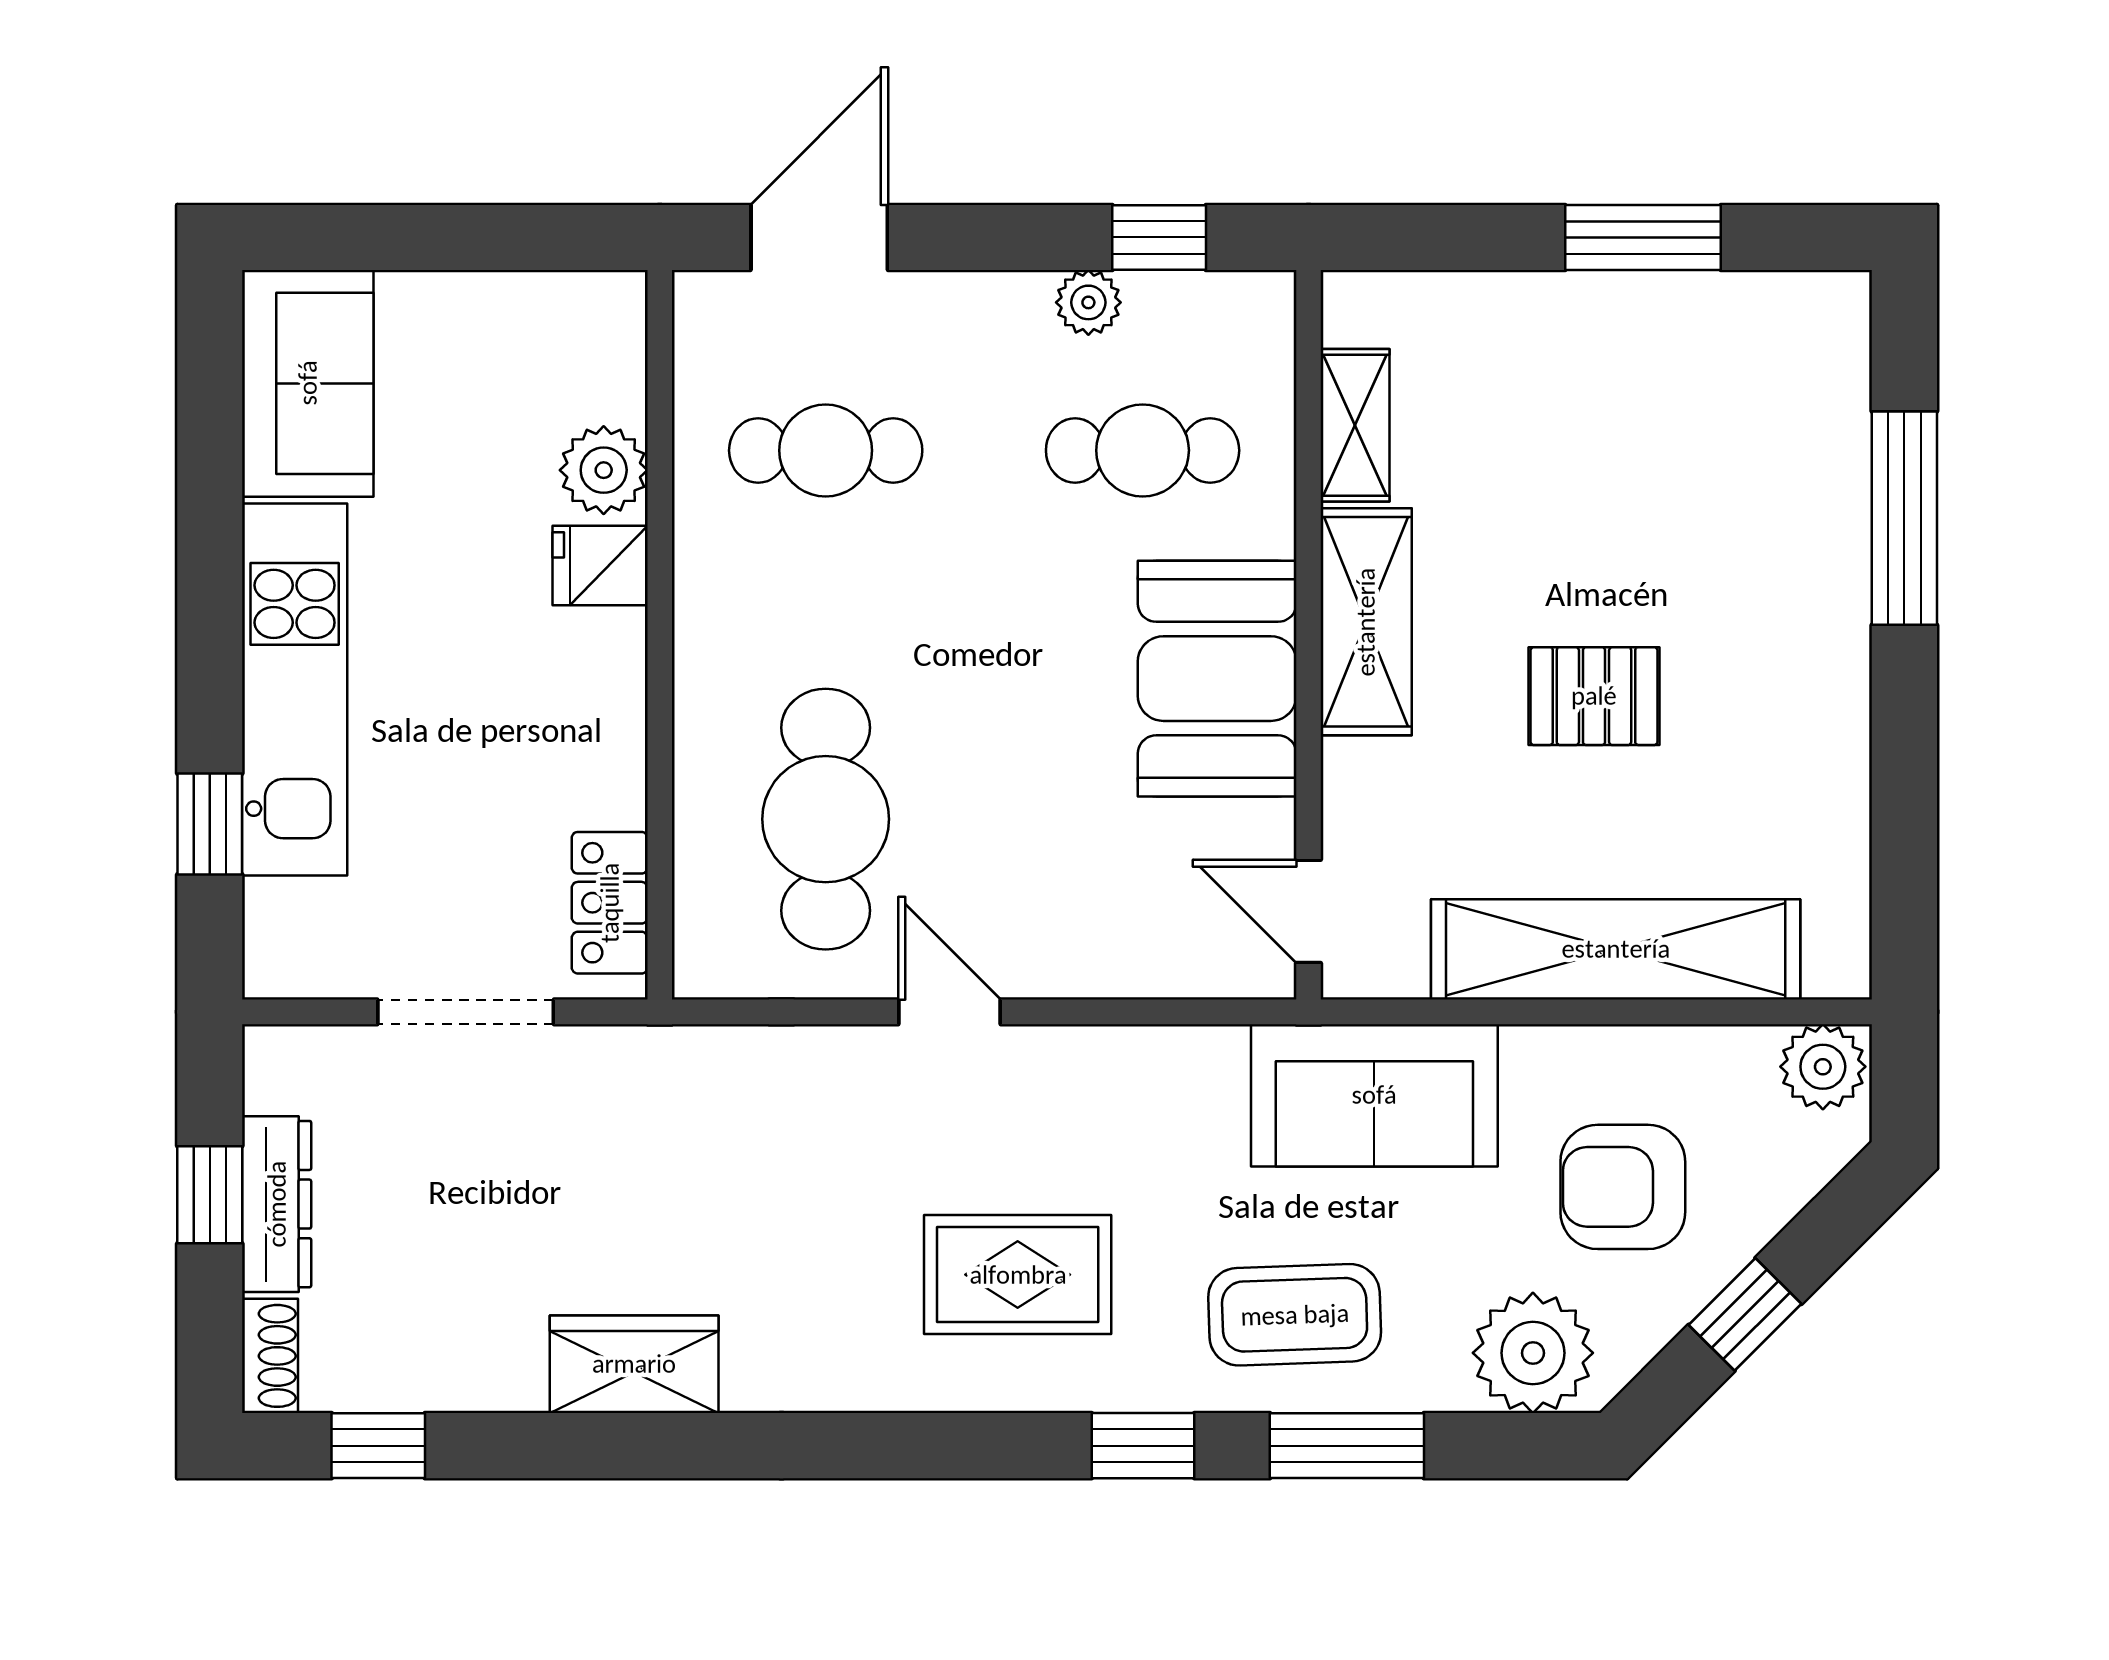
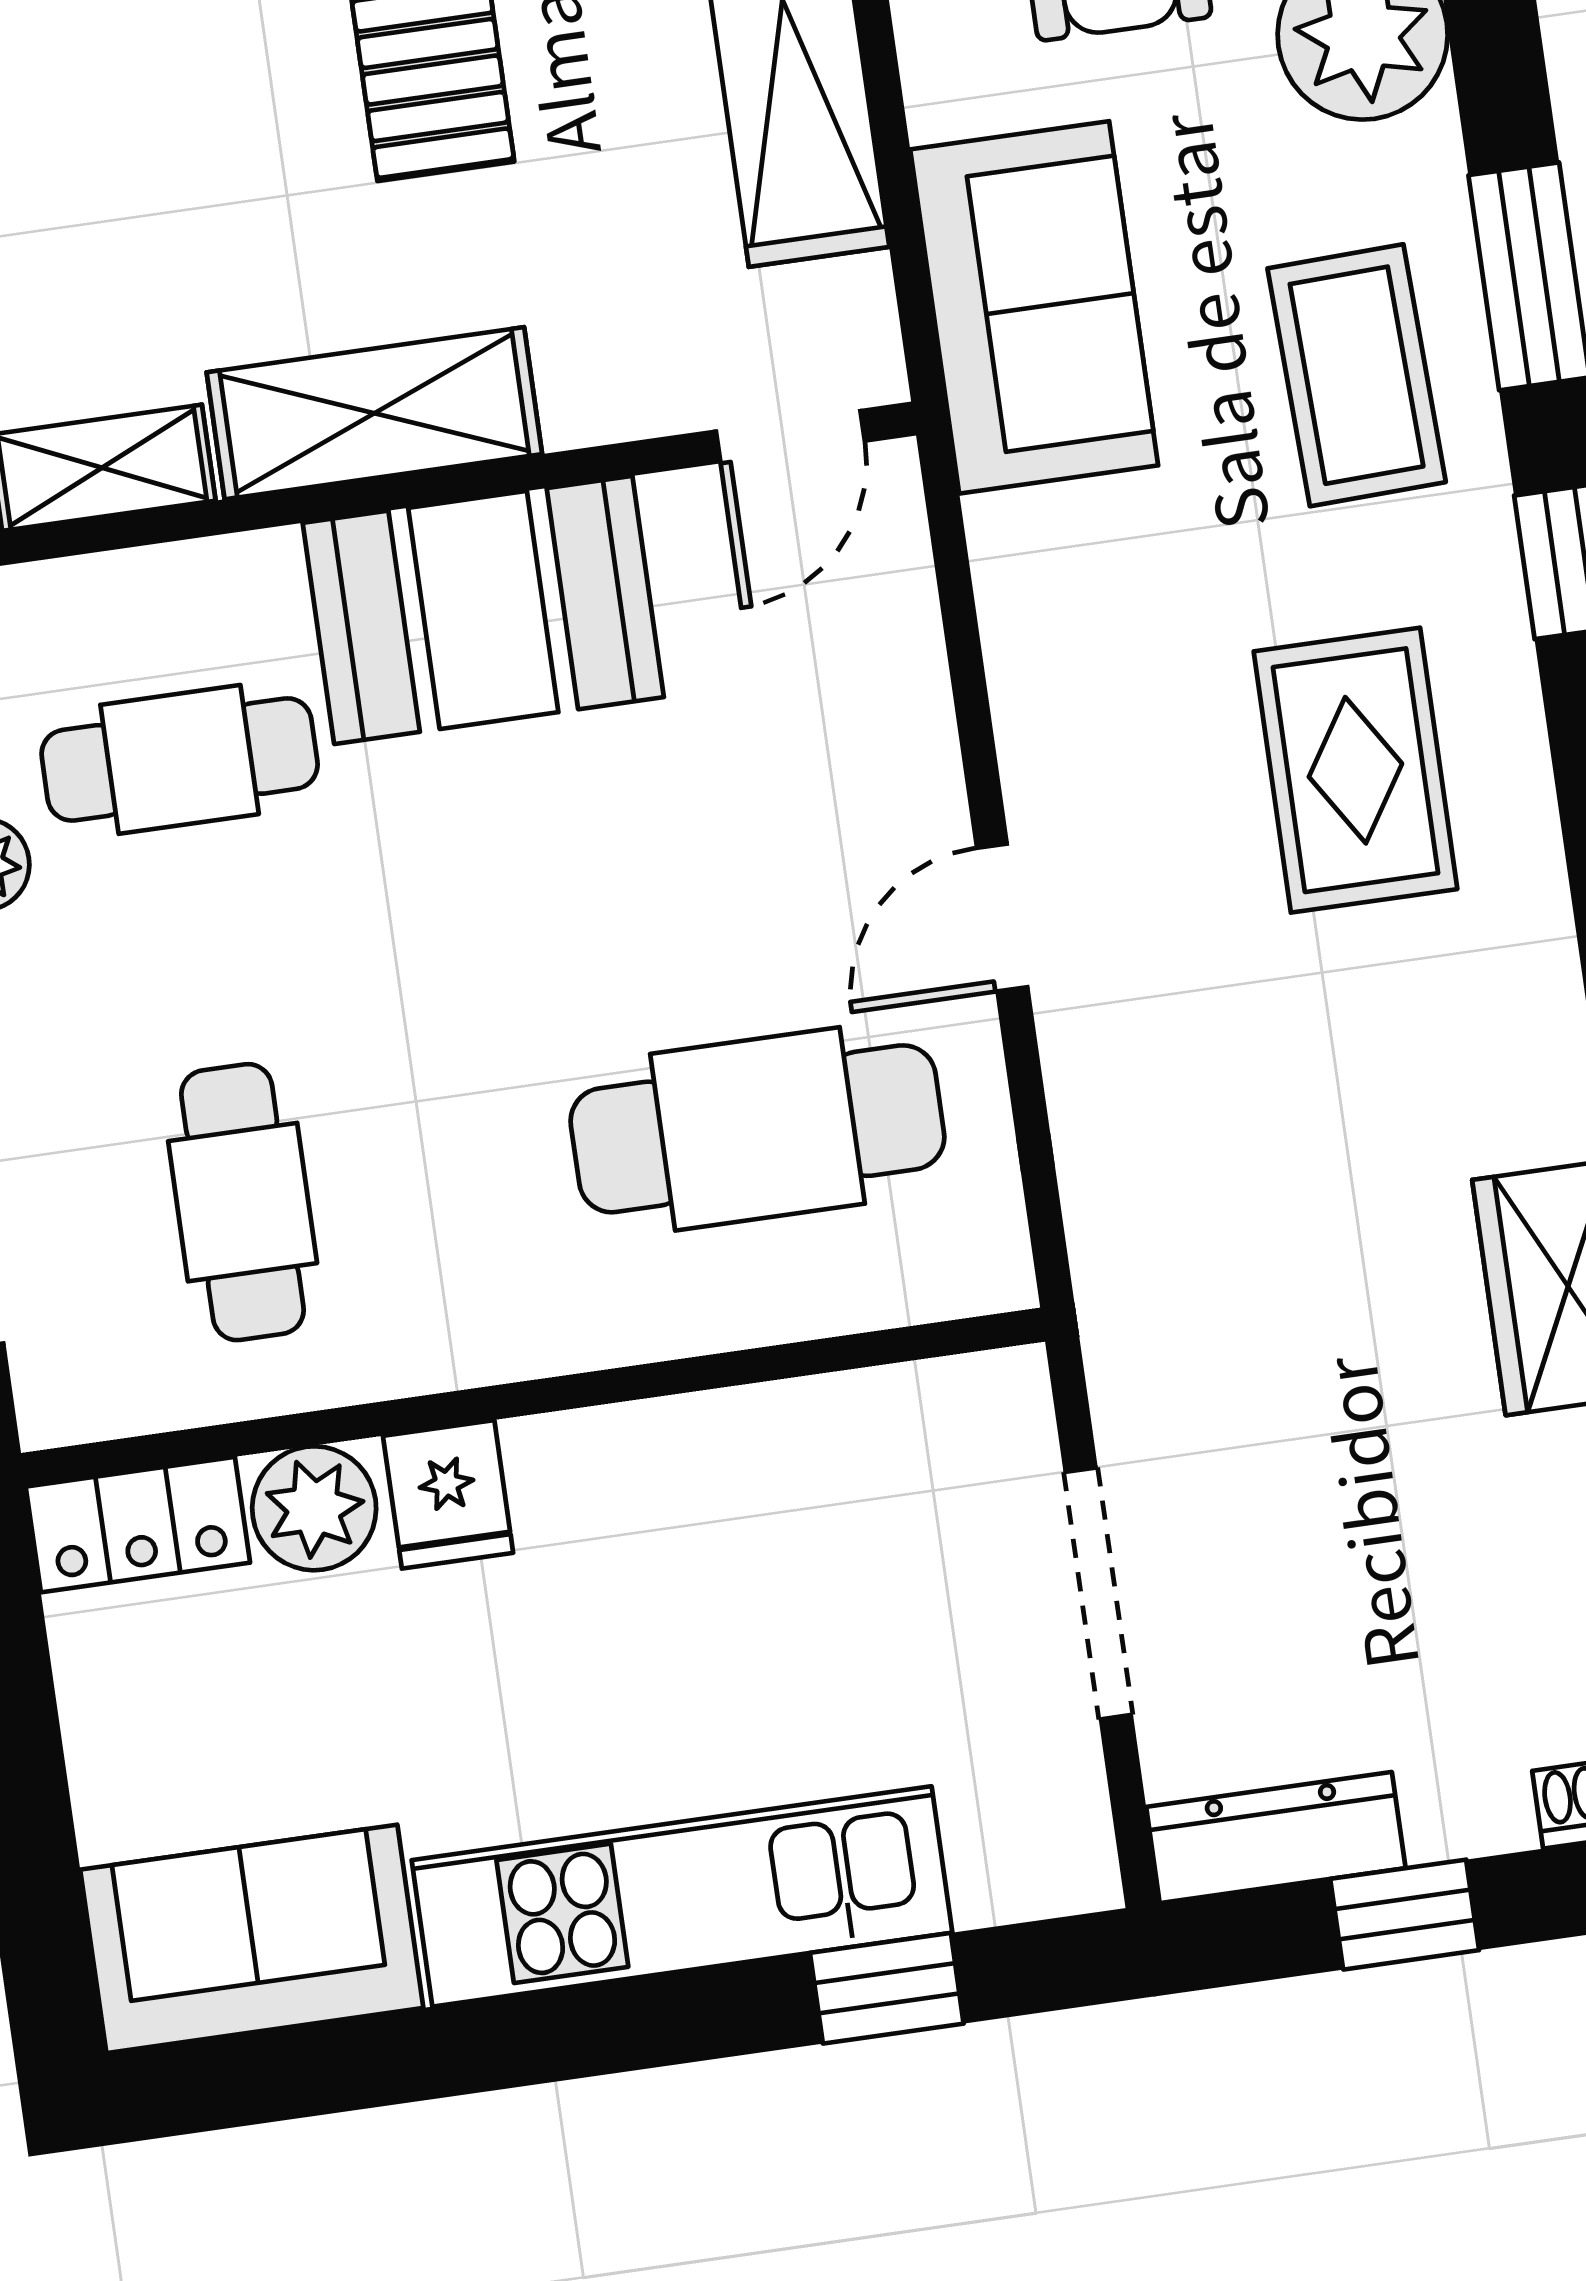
cafe table: (1143, 450) -> (180, 759), turned 90
locker: (610, 903) -> (138, 1525), moved
dresser: (277, 1204) -> (1276, 1838), moved

